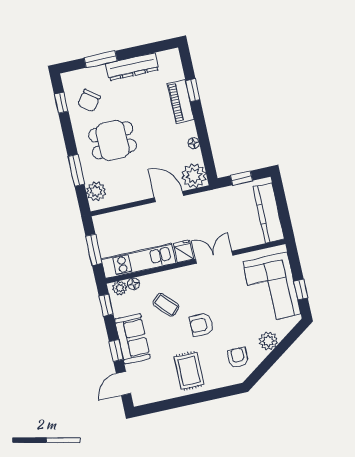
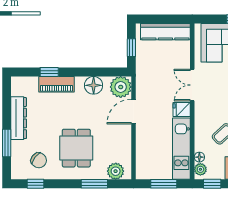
floor lamp: (194, 143) -> (94, 85), width x1.89, depth x1.89

